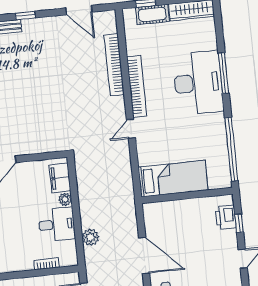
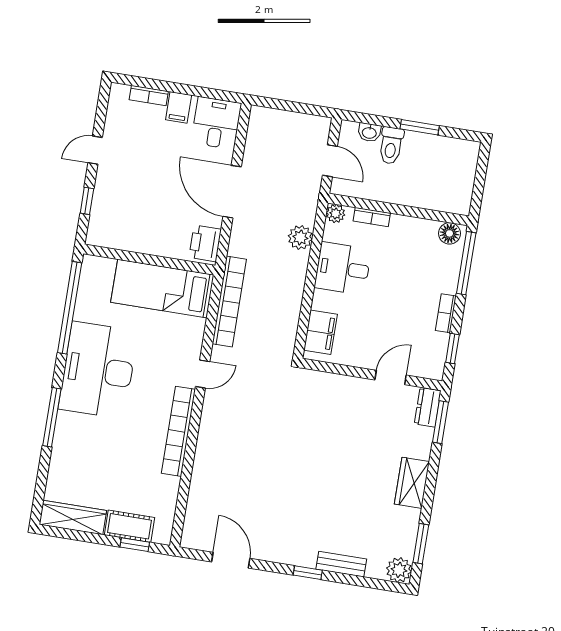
bookcase: (114, 65) -> (229, 302), moved
desk: (198, 83) -> (98, 370), moved
plant: (65, 199) -> (335, 214), moved
printer: (226, 217) -> (205, 243), moved, turned 180

